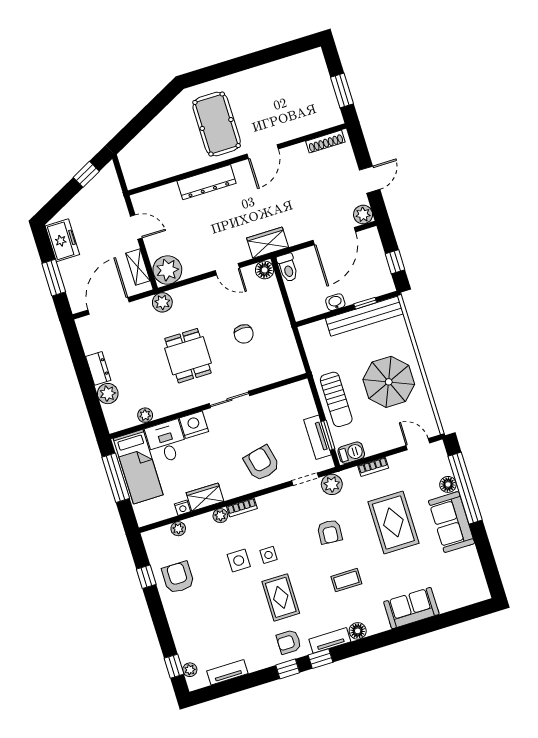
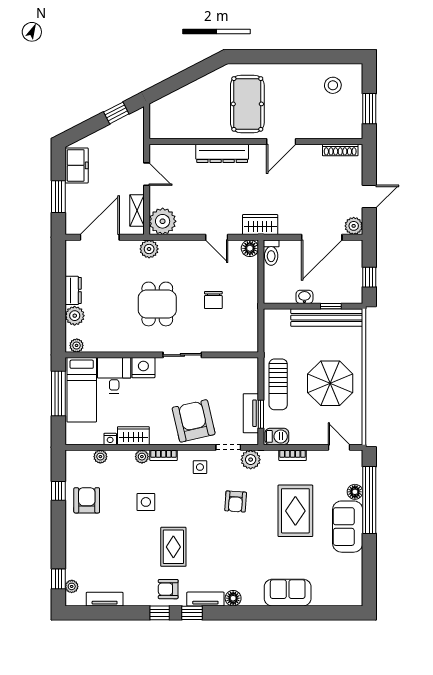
stool: (298, 78) -> (333, 85), added
plant: (145, 415) -> (77, 345), moved
armchair: (262, 463) -> (194, 421), width x1.36, depth x1.36
side table: (268, 555) -> (200, 467), moved
coffee table: (346, 580) -> (237, 549), removed

